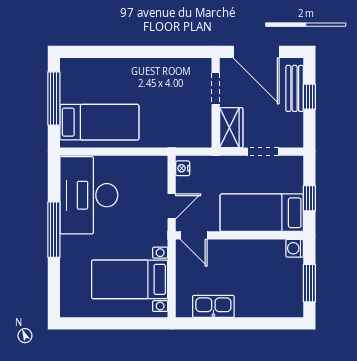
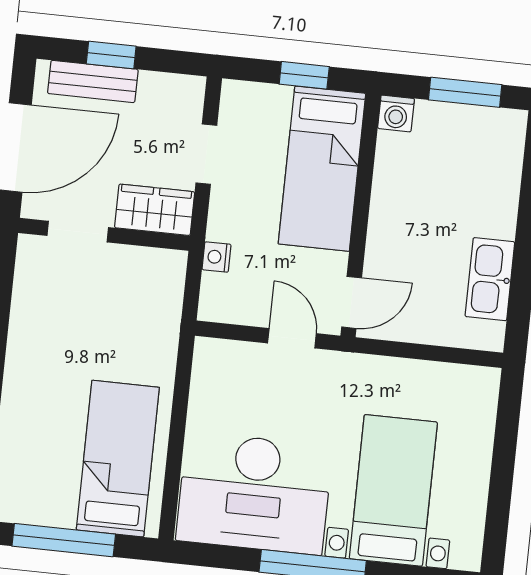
nightstand: (183, 168) -> (217, 257), moved, turned 90
bed with nightstands: (130, 279) -> (393, 490), moved, turned 180

